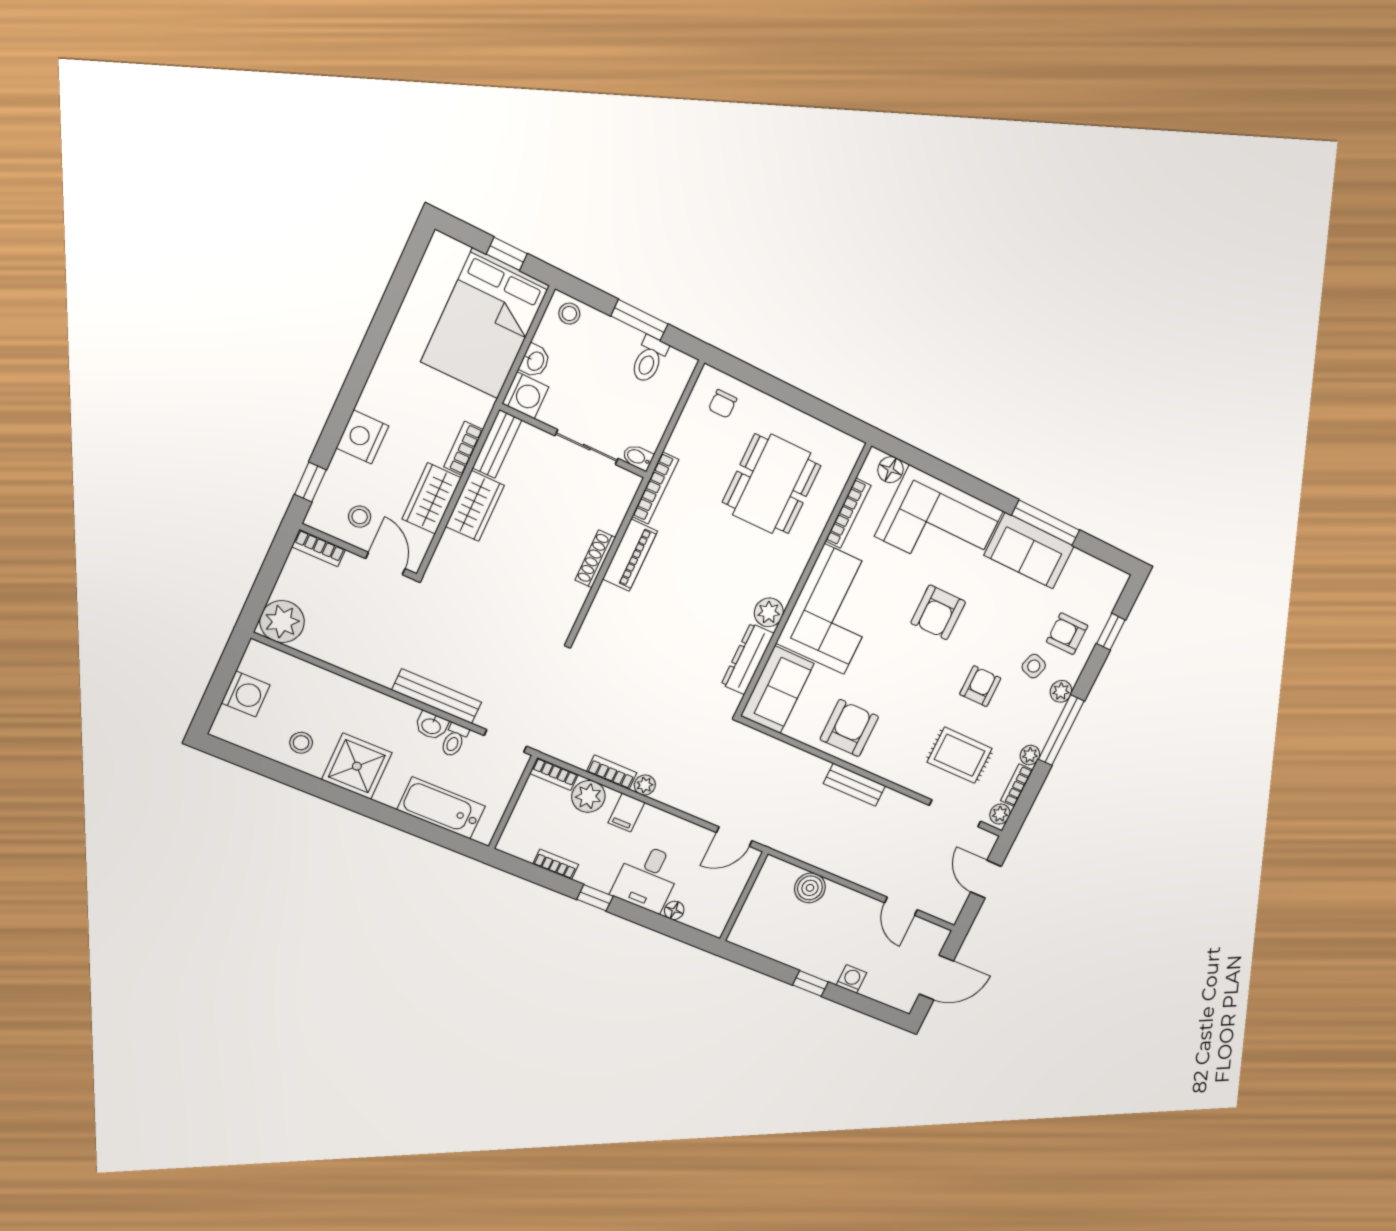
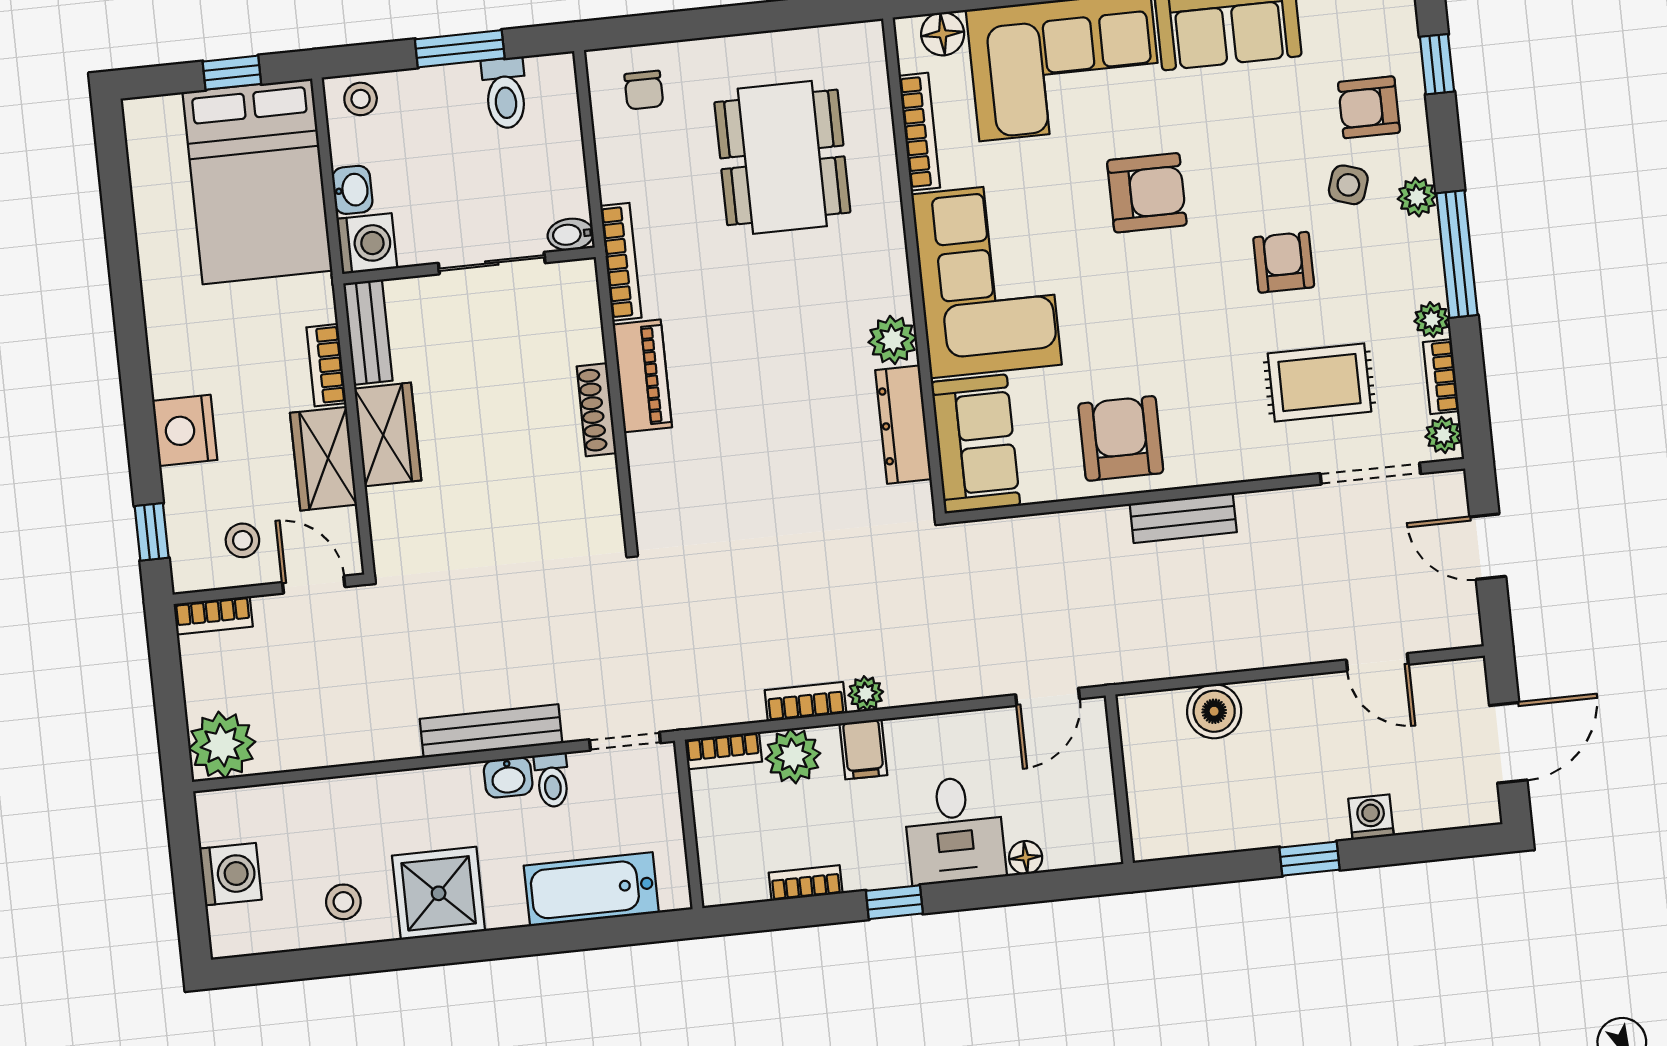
armchair: (938, 612) -> (1147, 193), turned -90

